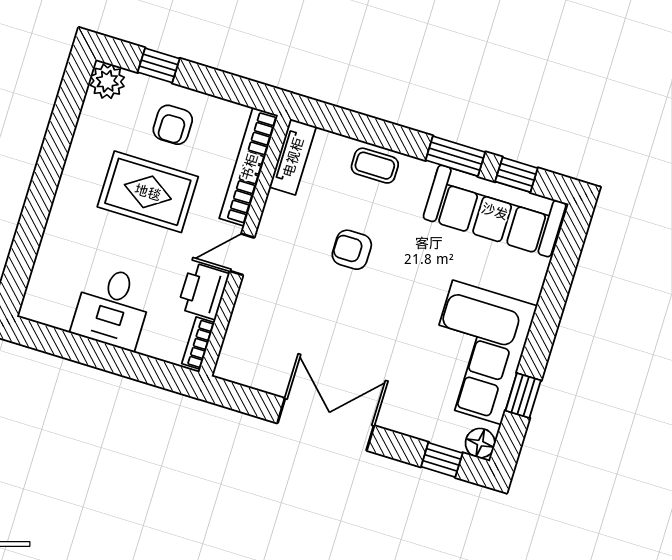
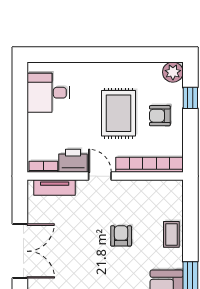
tv unit: (293, 157) -> (55, 188), moved
desk: (112, 308) -> (48, 93), moved

